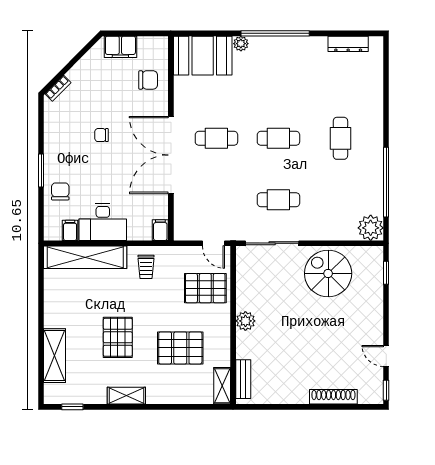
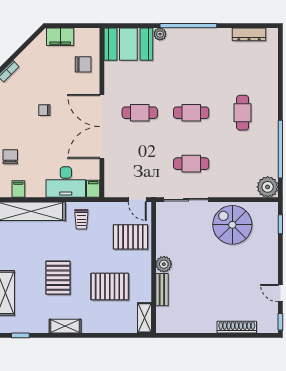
desk: (103, 222) -> (66, 182), moved
bench: (243, 379) -> (162, 290), moved

